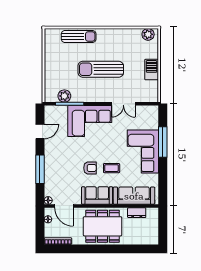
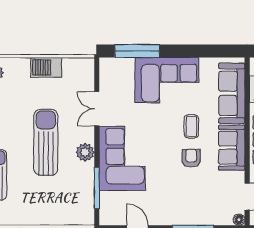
sun lounger: (101, 69) -> (46, 142), turned 180
plant: (64, 96) -> (85, 152), moved
double door: (123, 104) -> (97, 109), swing flipped
window: (163, 142) -> (137, 51), moved

